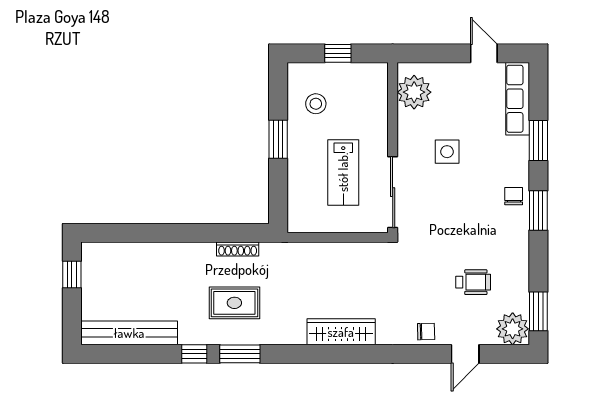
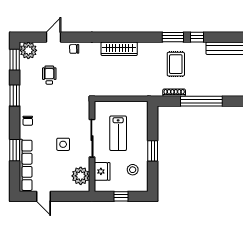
row of seats: (518, 99) -> (26, 165), width x1.36
fridge: (373, 100) -> (102, 171), added
lab bench: (343, 172) -> (118, 133), turned 180
sliding door: (393, 192) -> (92, 138), moved
window: (538, 211) -> (15, 96), moved
window: (186, 233) -> (201, 101), added
wheelchair: (473, 282) -> (49, 75), turned 90
rug: (234, 303) -> (176, 64), turned 90

